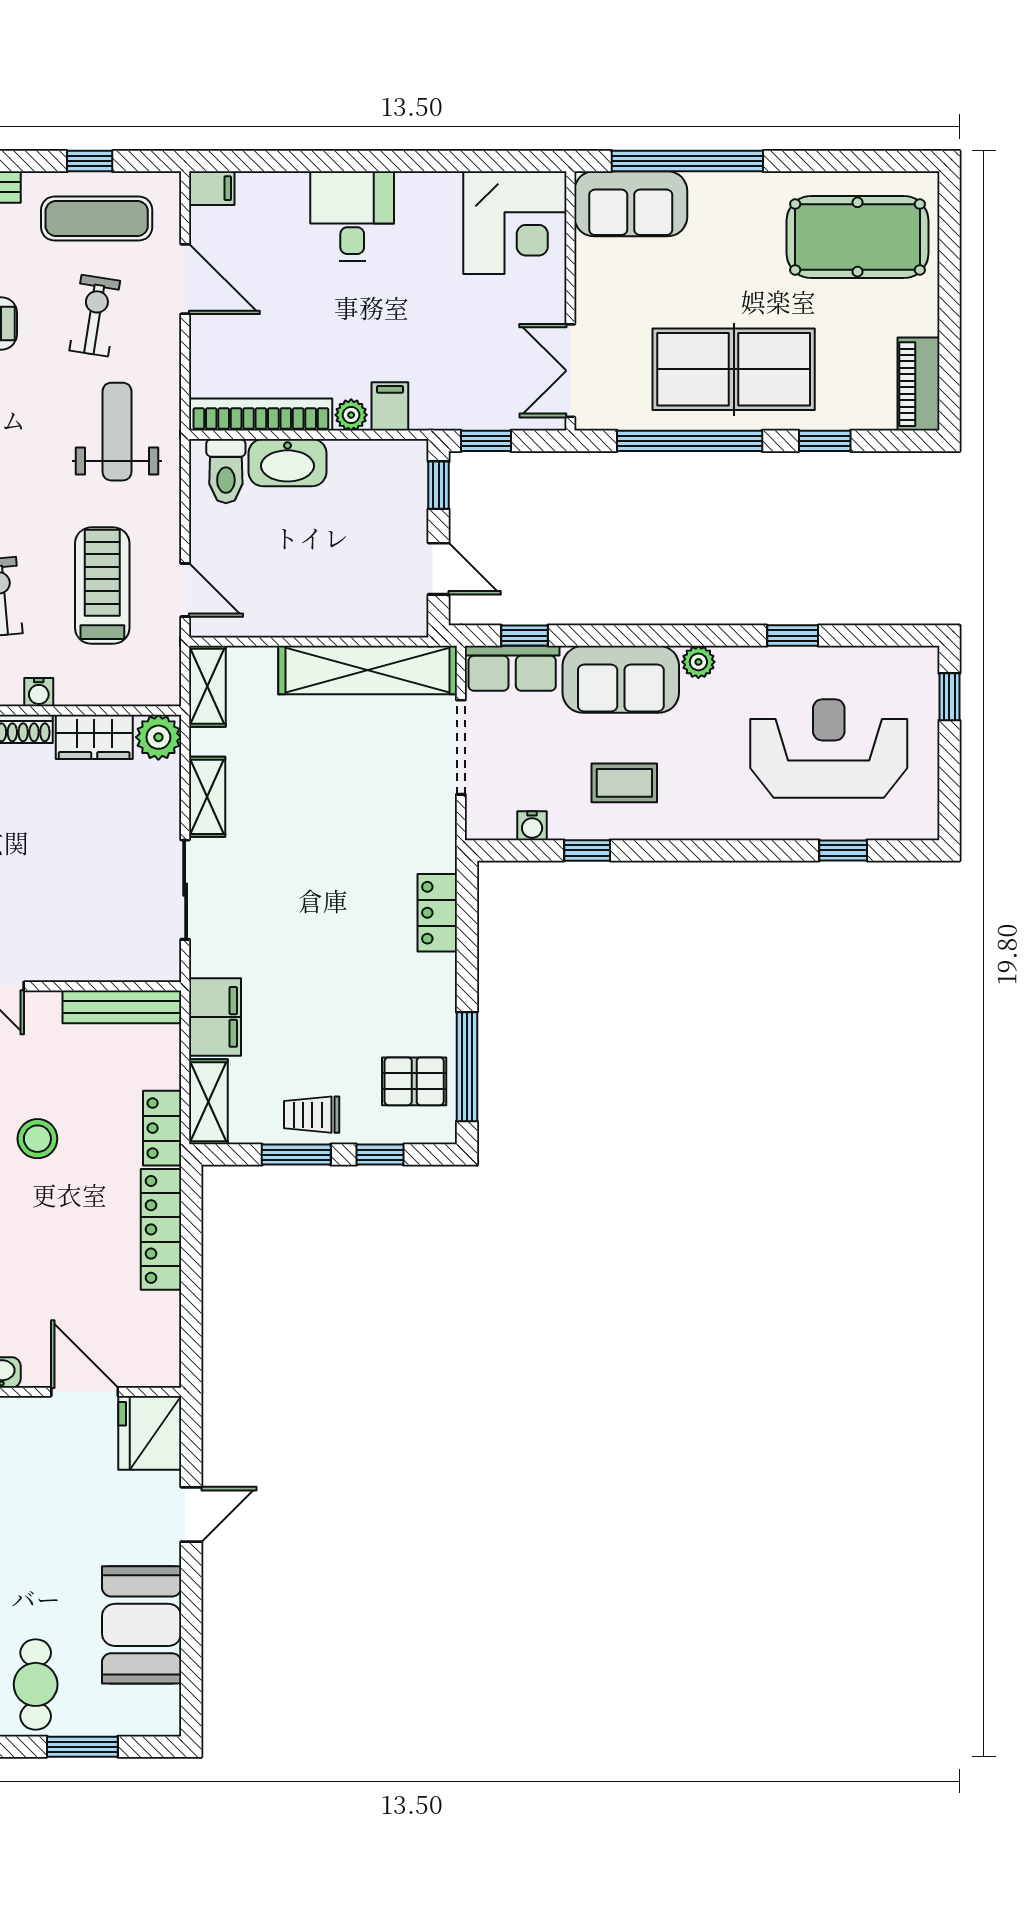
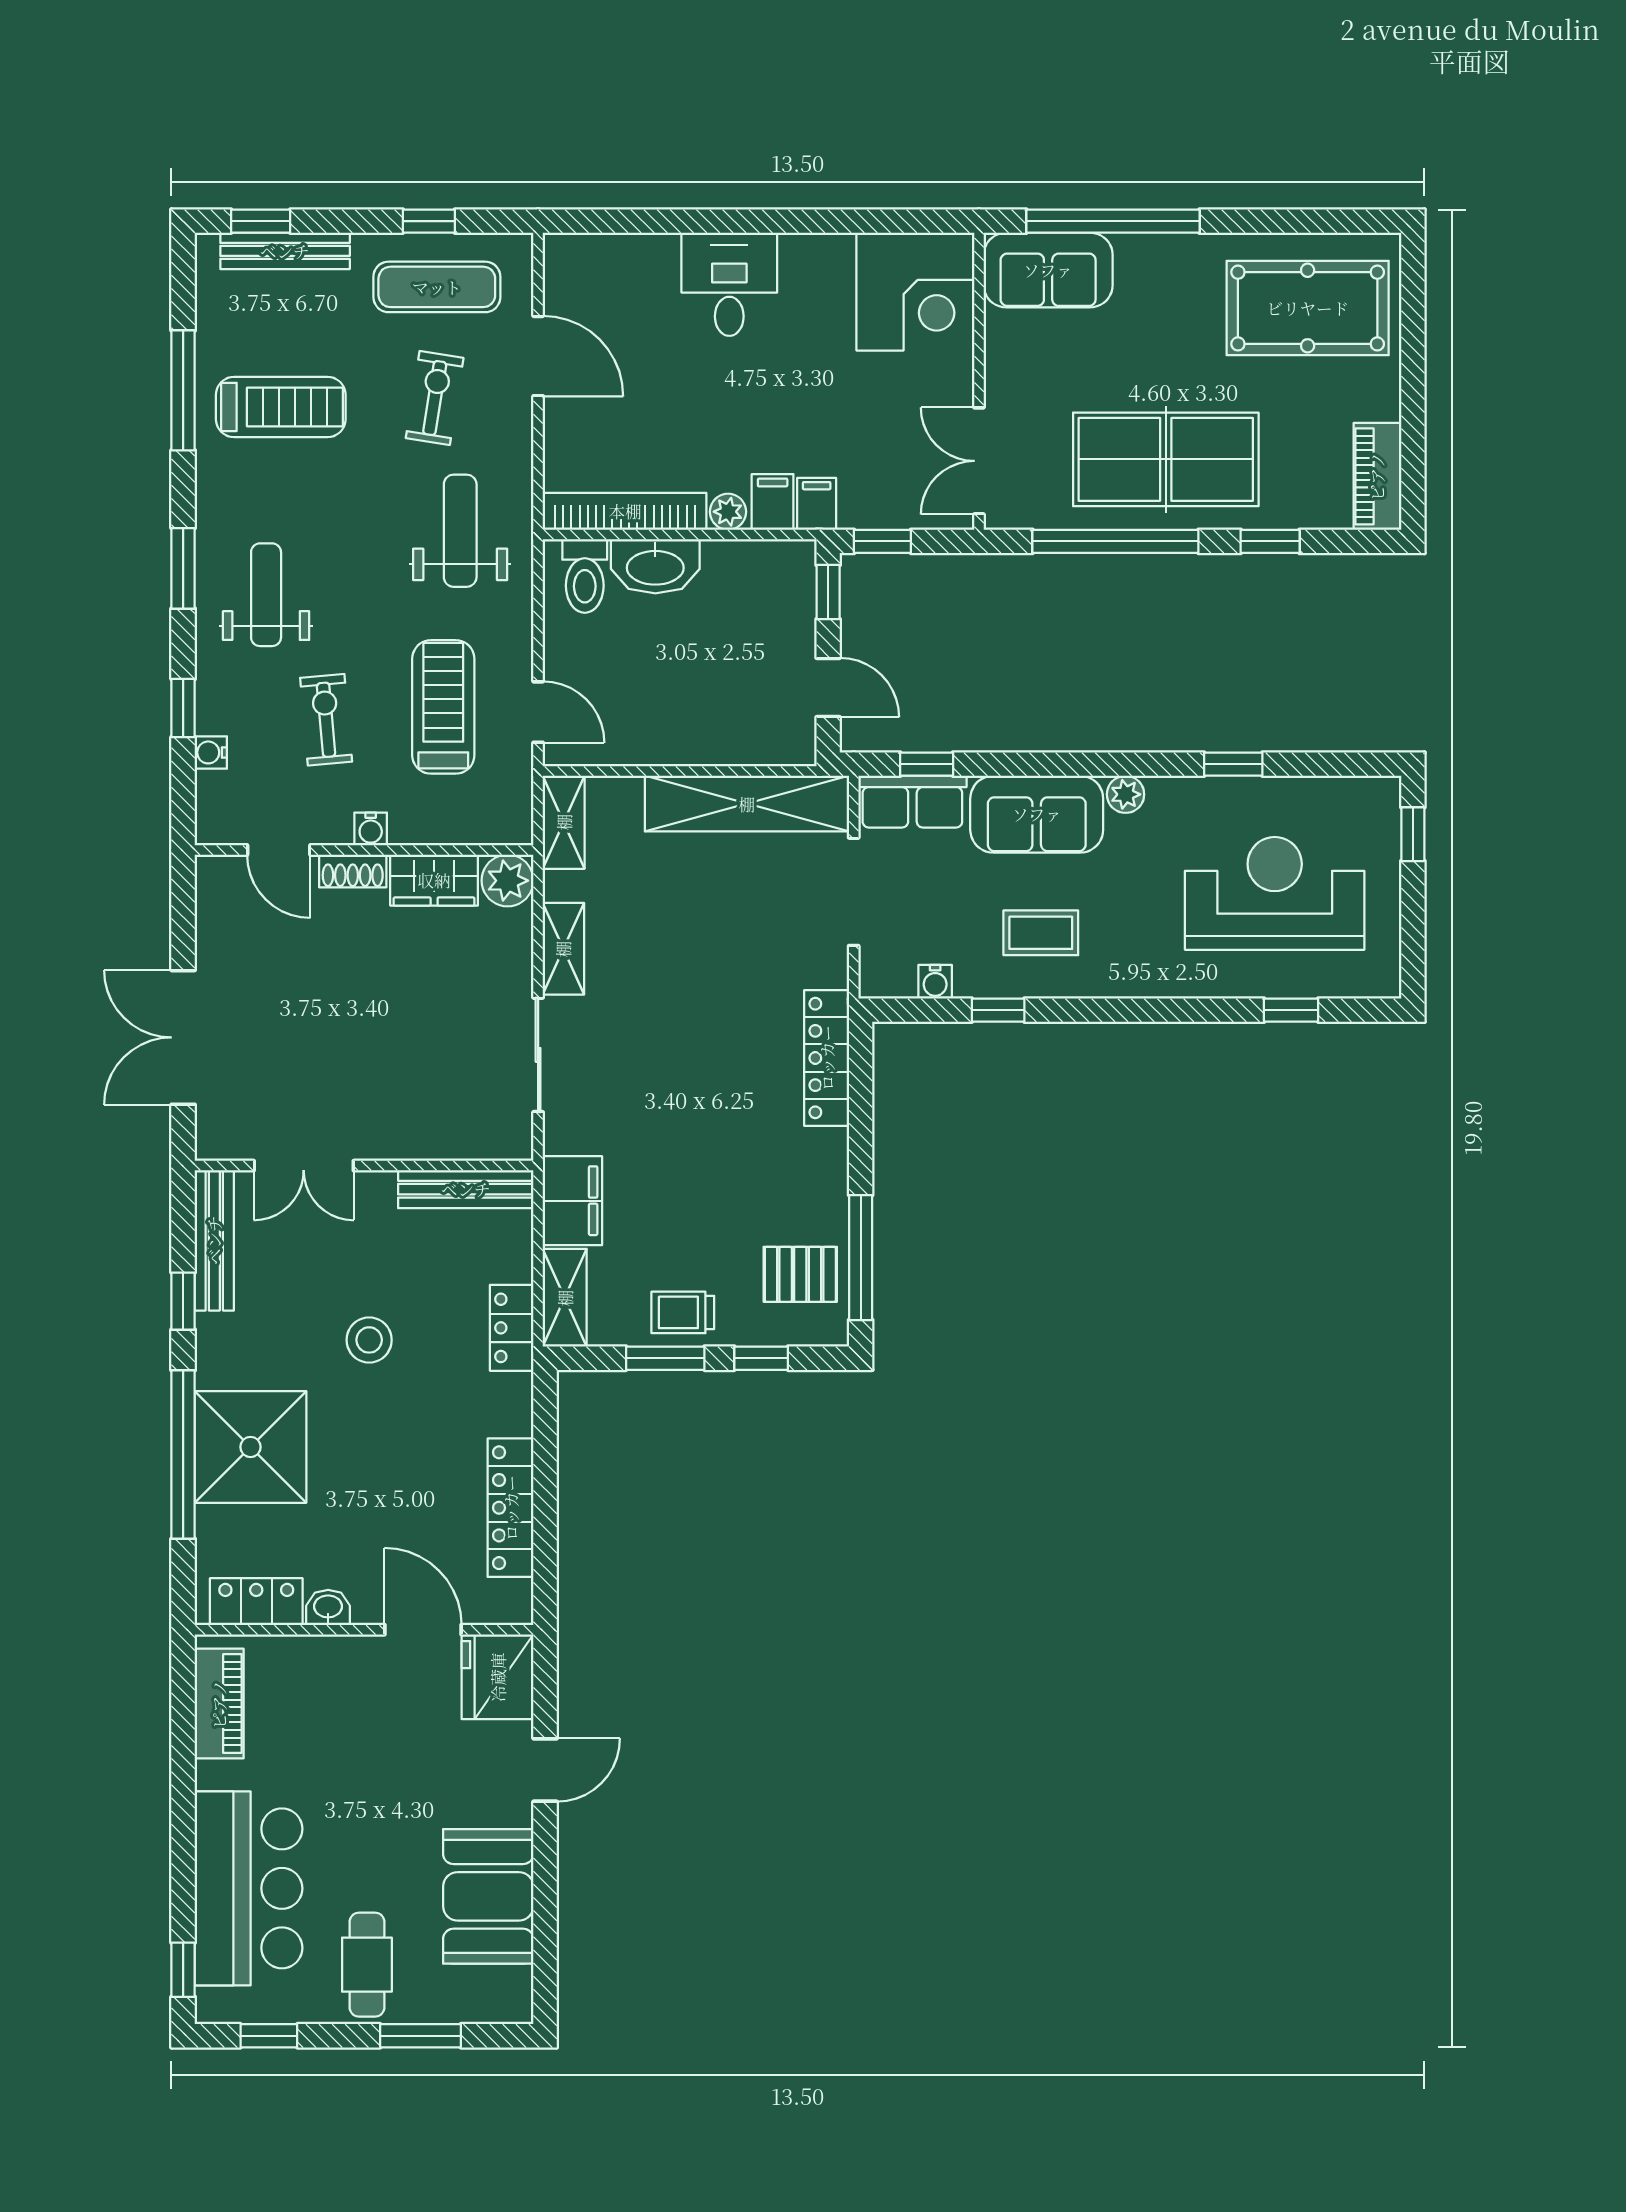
filing cabinet: (212, 188) -> (817, 504), moved, turned -90
locker: (437, 913) -> (827, 1058), width x1.53
locker: (161, 1229) -> (511, 1508), moved

